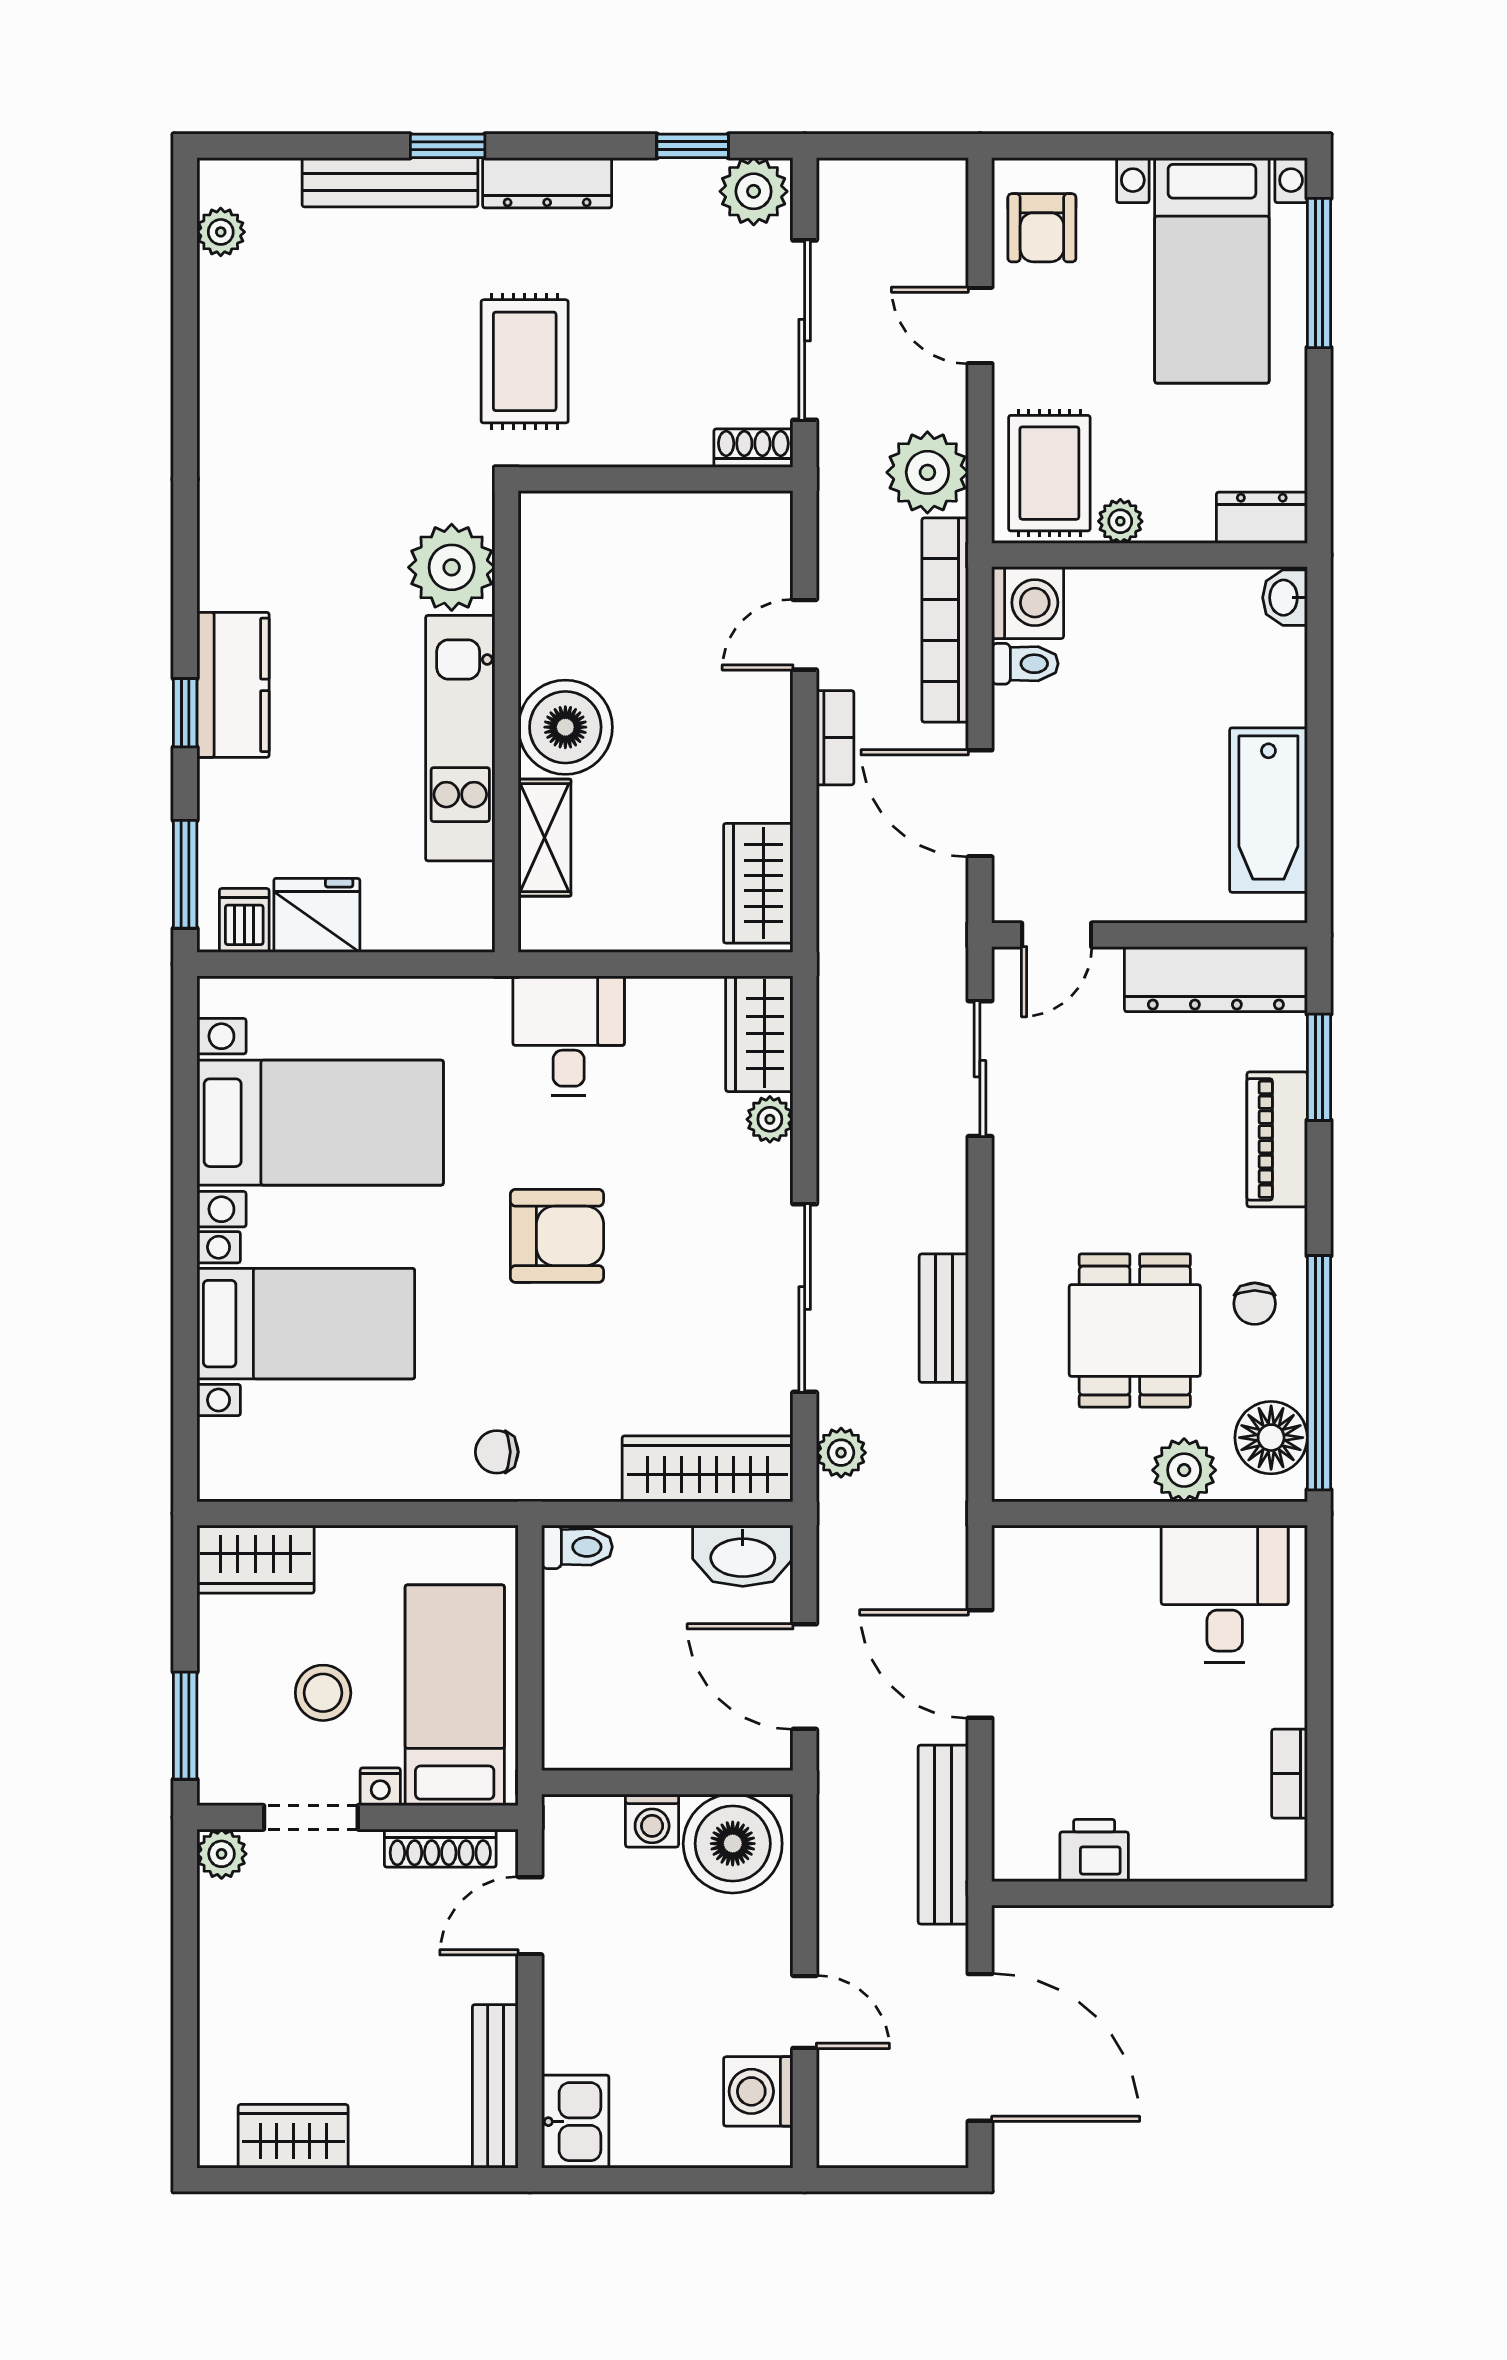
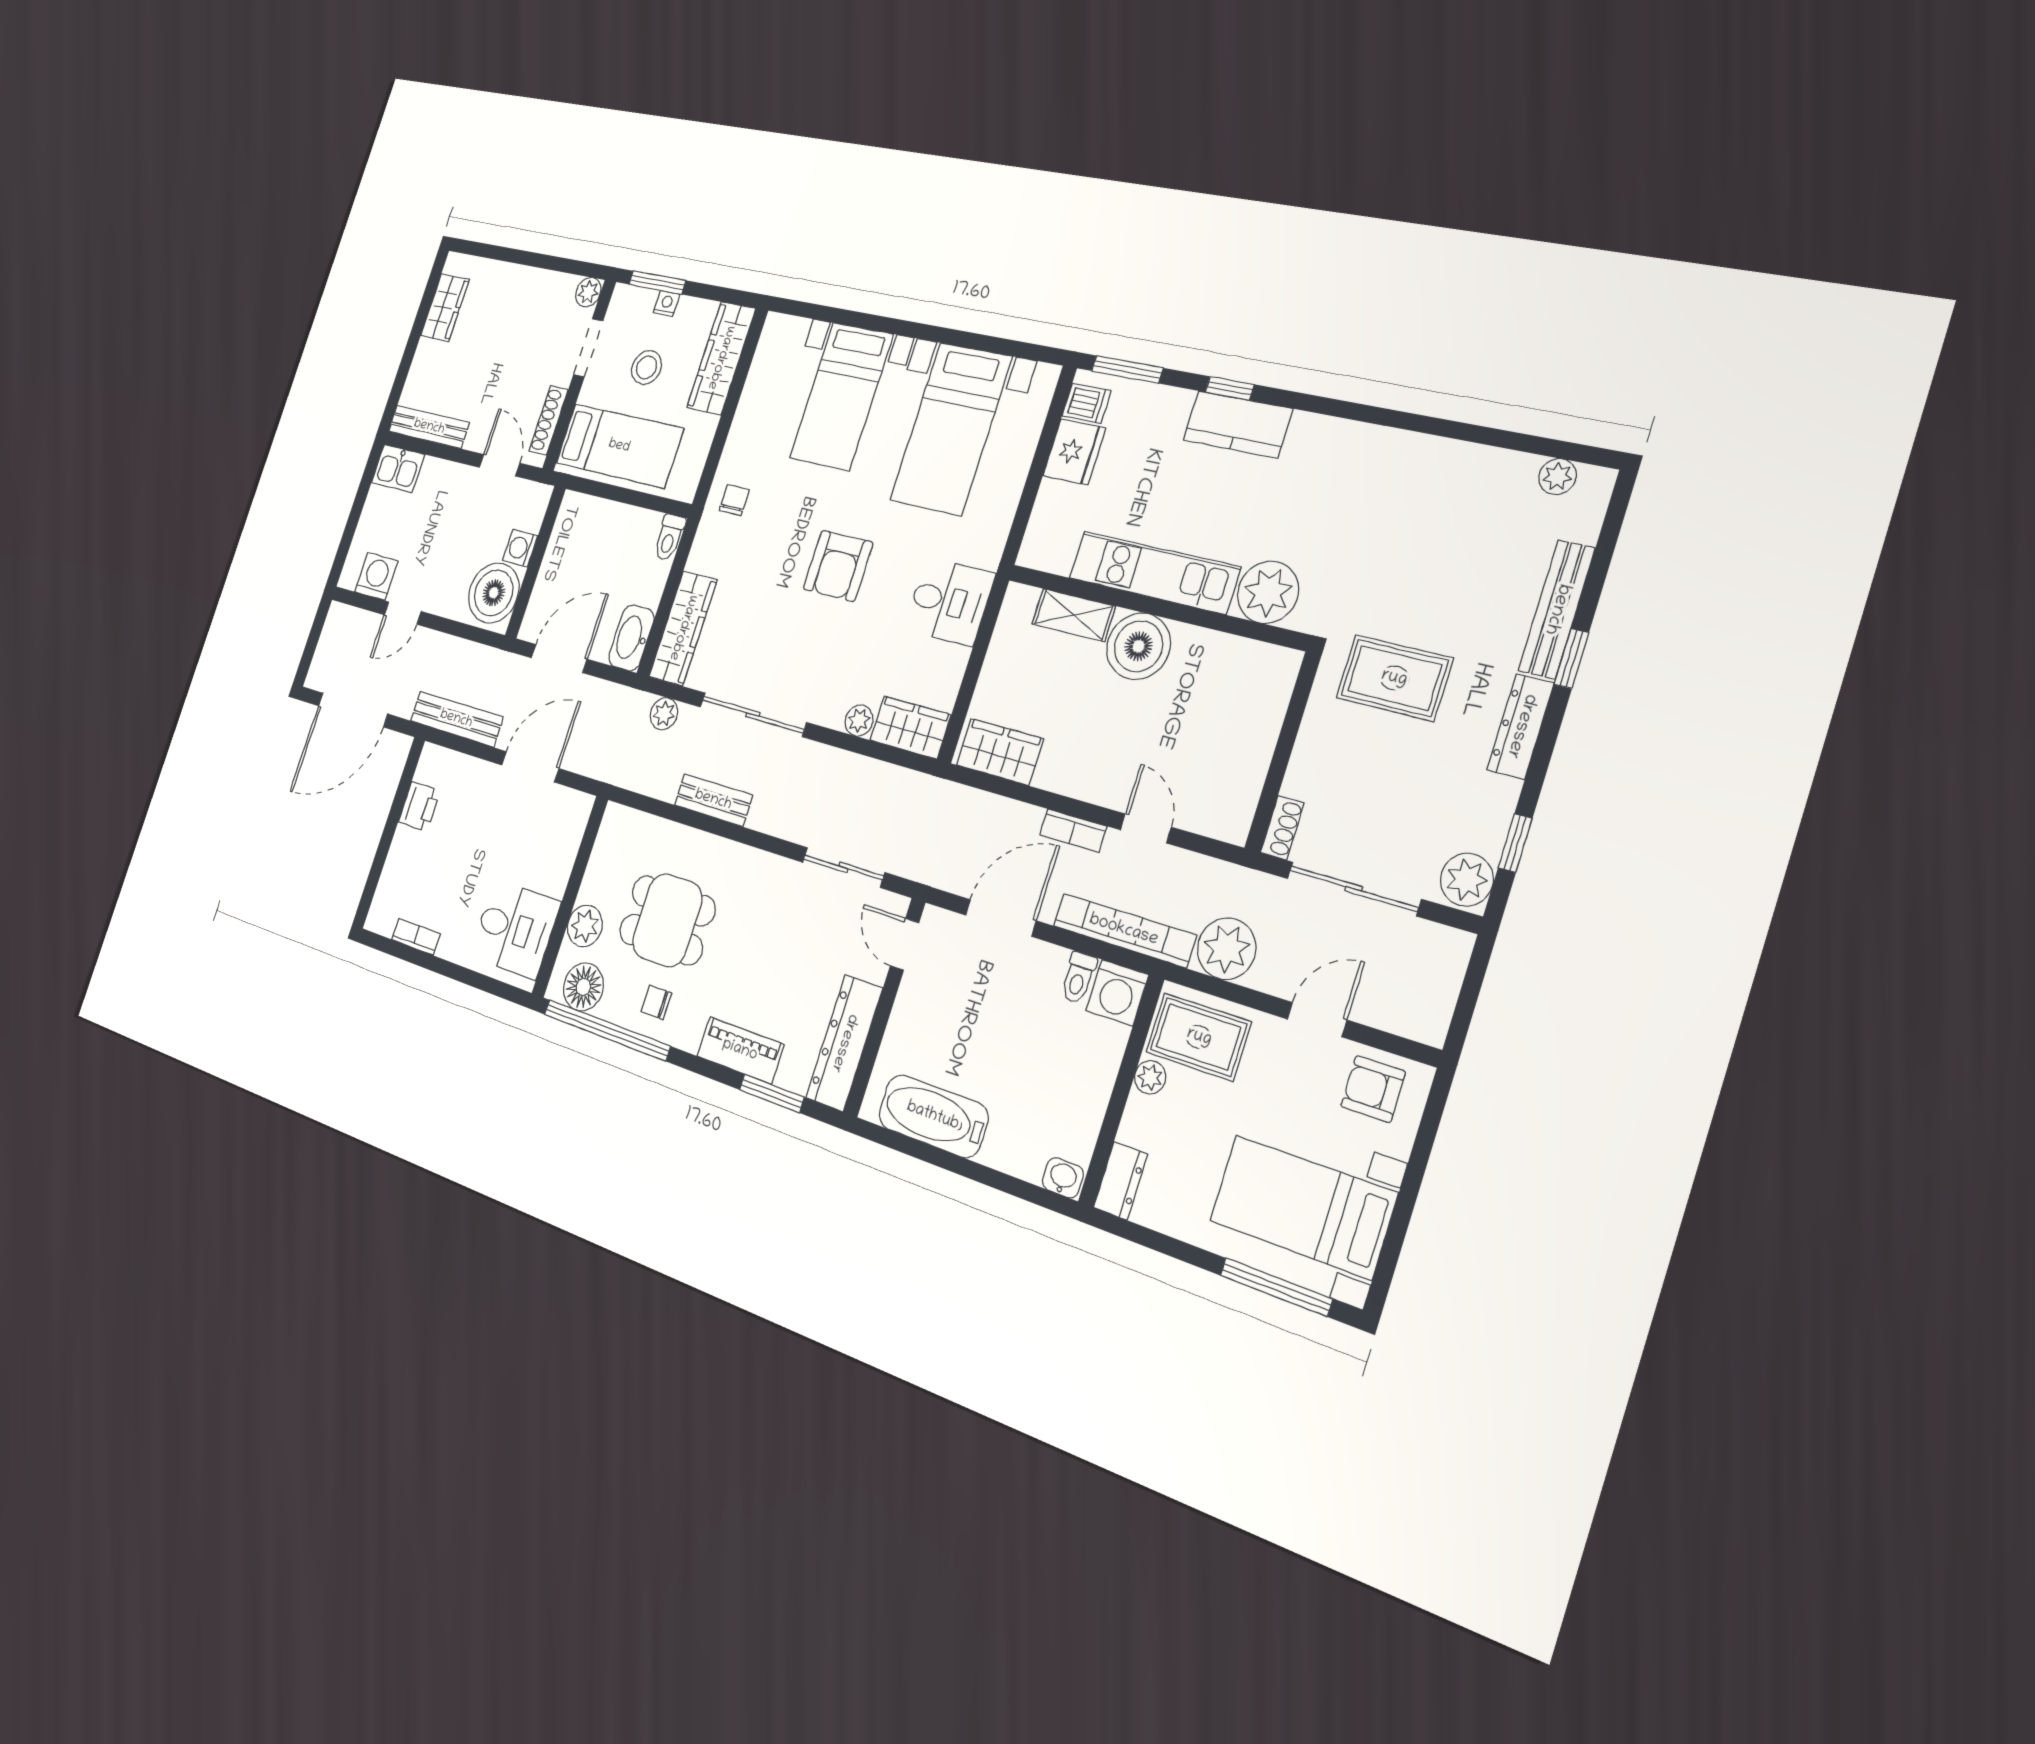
wardrobe: (255, 1559) -> (721, 358), width x1.50
nightstand: (380, 1787) -> (667, 303), moved, turned 90

